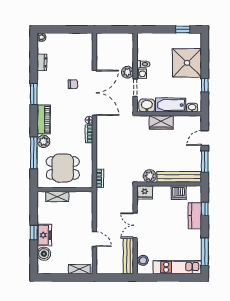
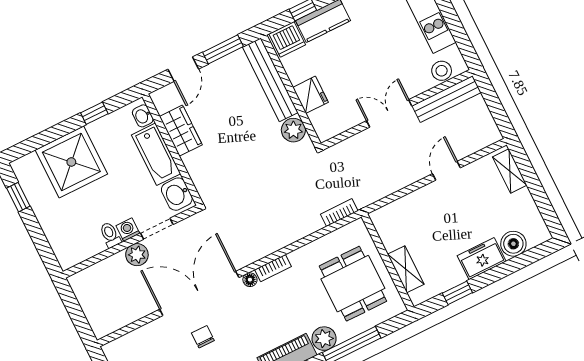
wardrobe: (161, 122) -> (181, 131), moved
door: (205, 138) -> (183, 69), hinge flipped
fridge: (145, 192) -> (311, 95), moved
dishwasher: (179, 193) -> (287, 39), moved, turned 90
double door: (135, 225) -> (389, 113), swing flipped
window: (34, 233) -> (457, 293), moved

